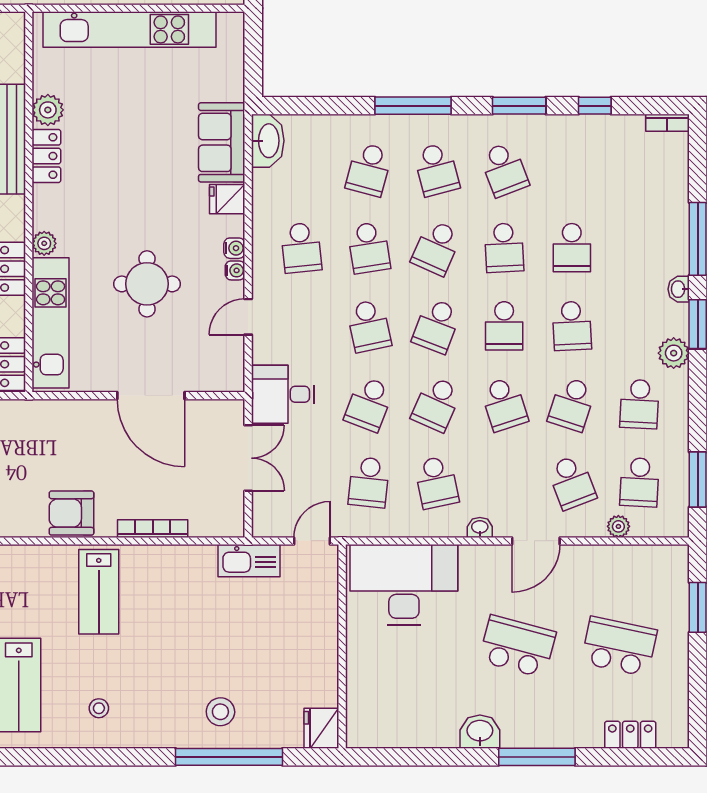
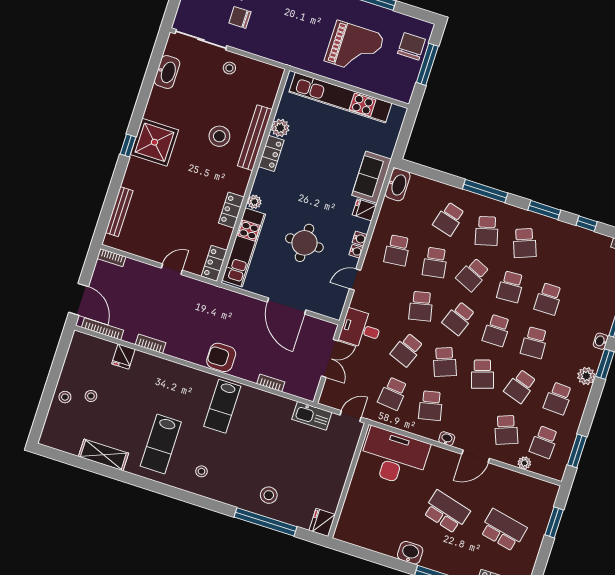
school desk: (437, 404) -> (445, 362), turned -45
bookcase: (153, 529) -> (271, 383), width x0.64

